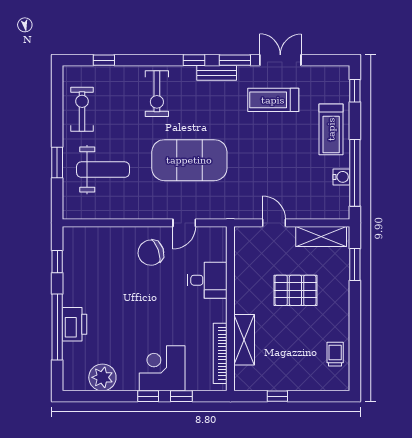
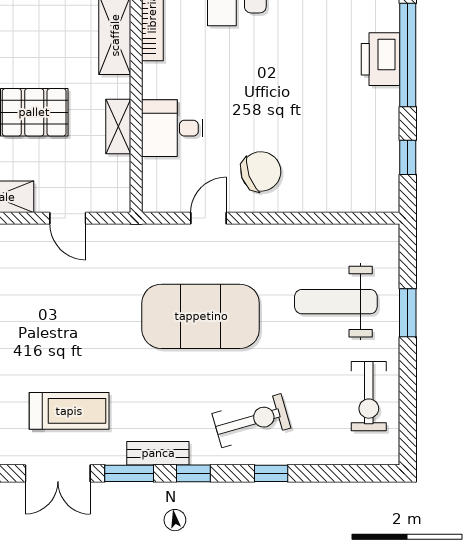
window: (104, 60) -> (271, 473), moved
exercise bike: (157, 94) -> (251, 421), turned 74
shelving: (242, 281) -> (118, 126), added

